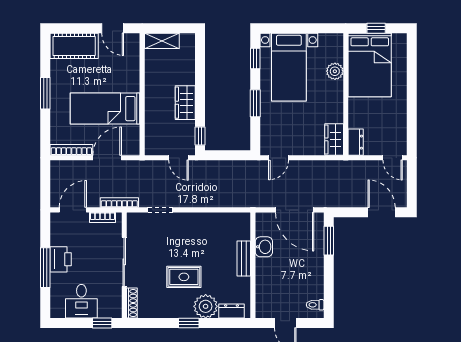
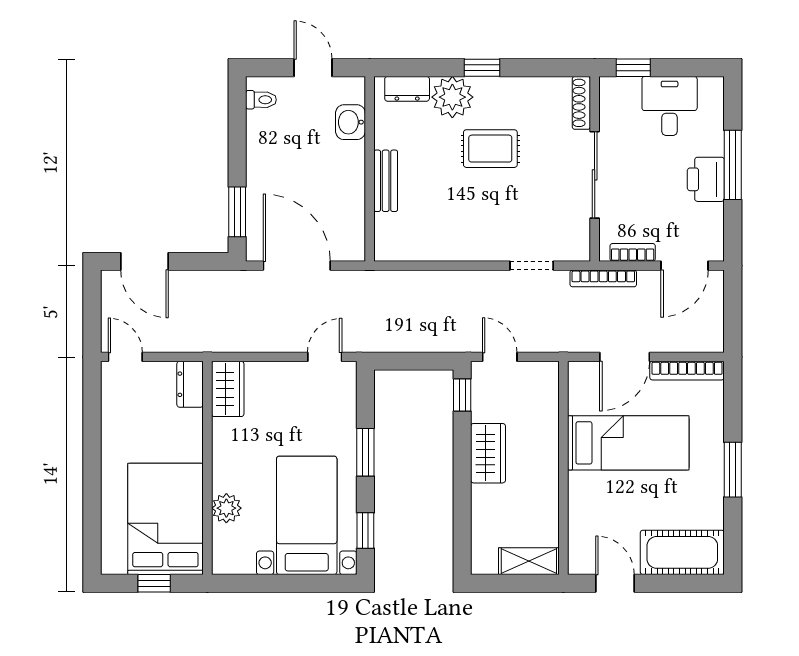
washbasin: (264, 247) -> (350, 122), moved

